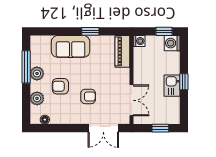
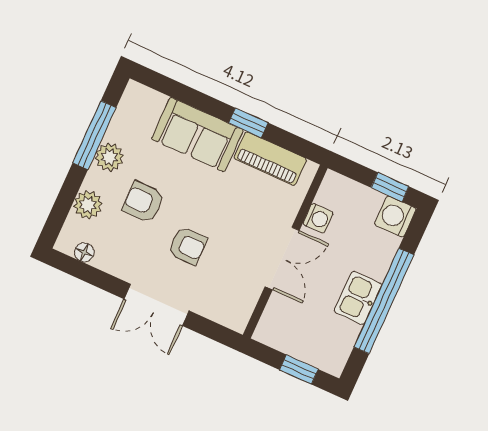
washing machine: (139, 41) -> (318, 218), moved
piano: (122, 51) -> (270, 159), moved, turned -90
window: (184, 82) -> (384, 301), width x3.17
double door: (131, 100) -> (282, 259), moved
double door: (103, 128) -> (157, 305), moved

